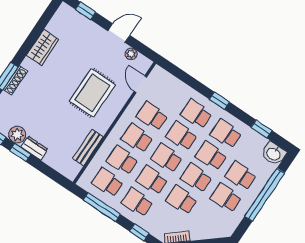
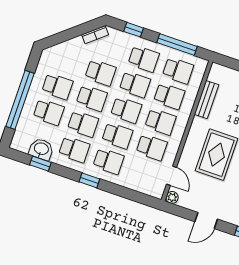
plant: (131, 54) -> (172, 197), moved
washbasin: (274, 154) -> (41, 149), moved

